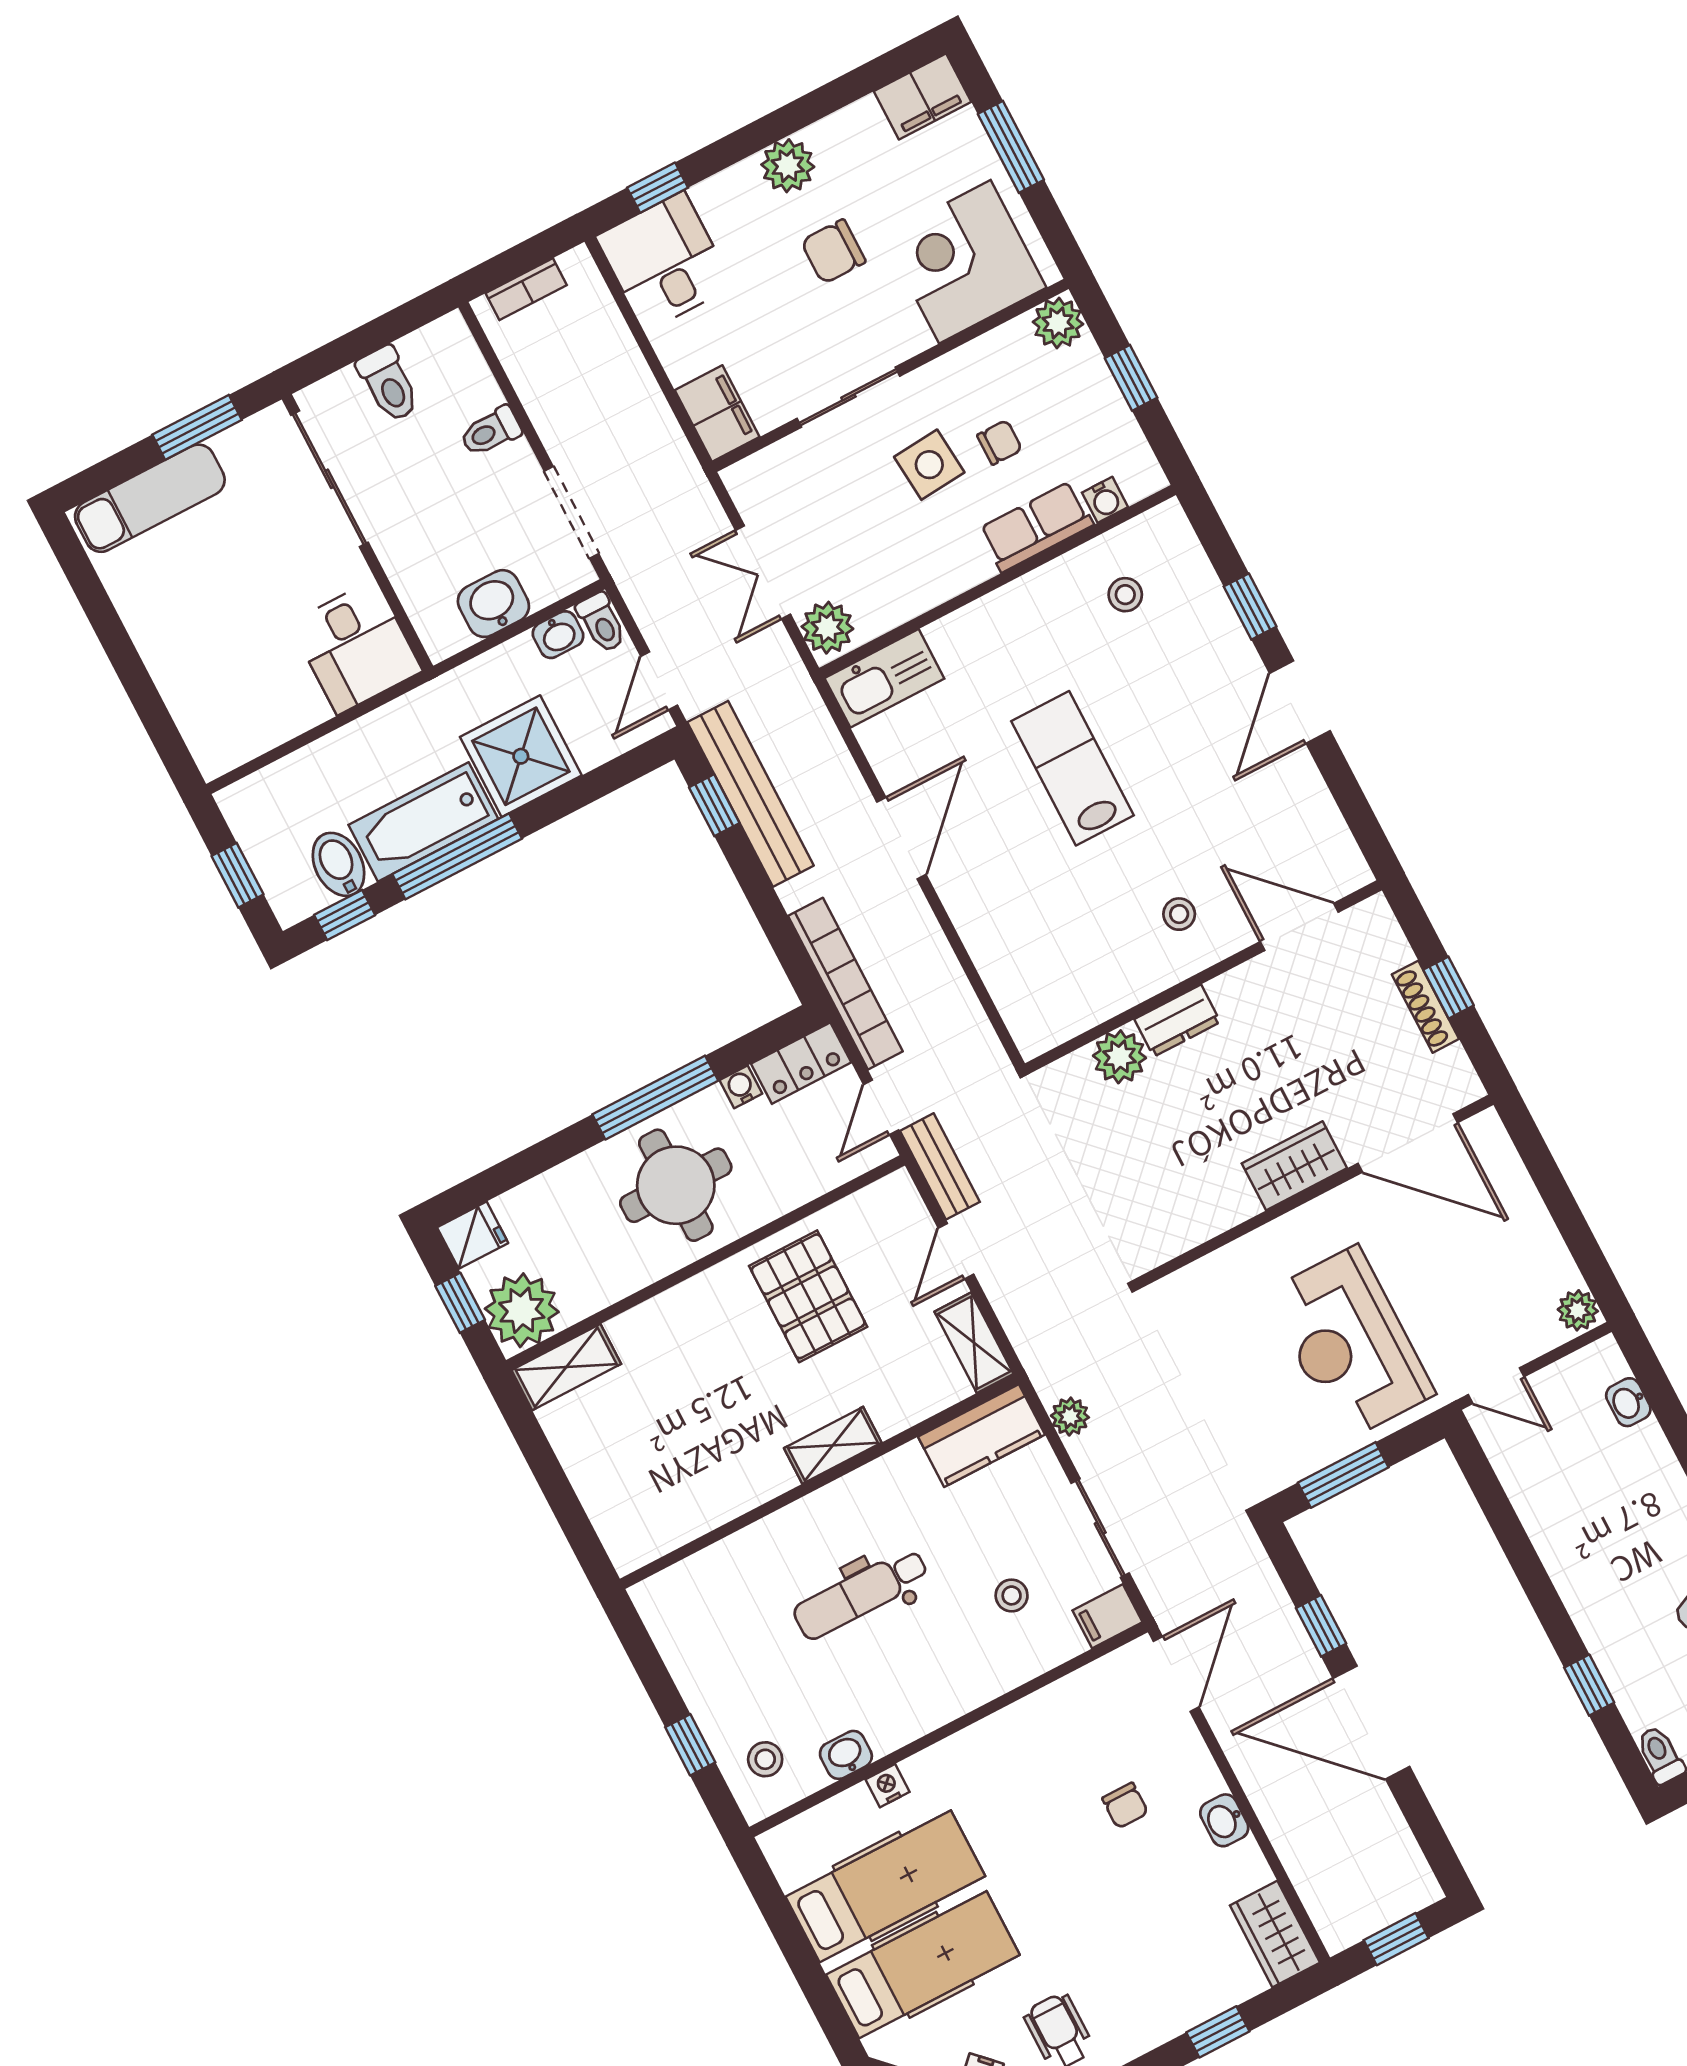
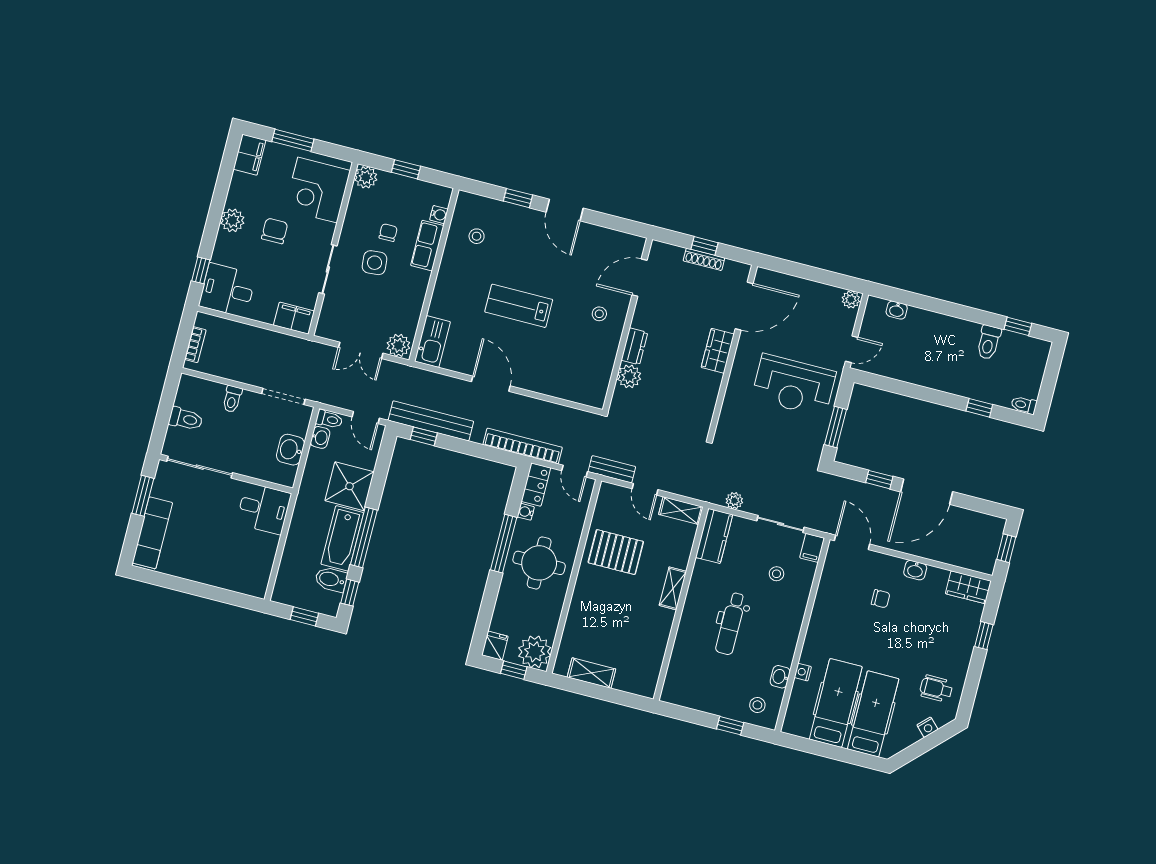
chair: (833, 251) -> (275, 231), turned 180
shelving: (566, 1367) -> (591, 673), moved, turned 90

